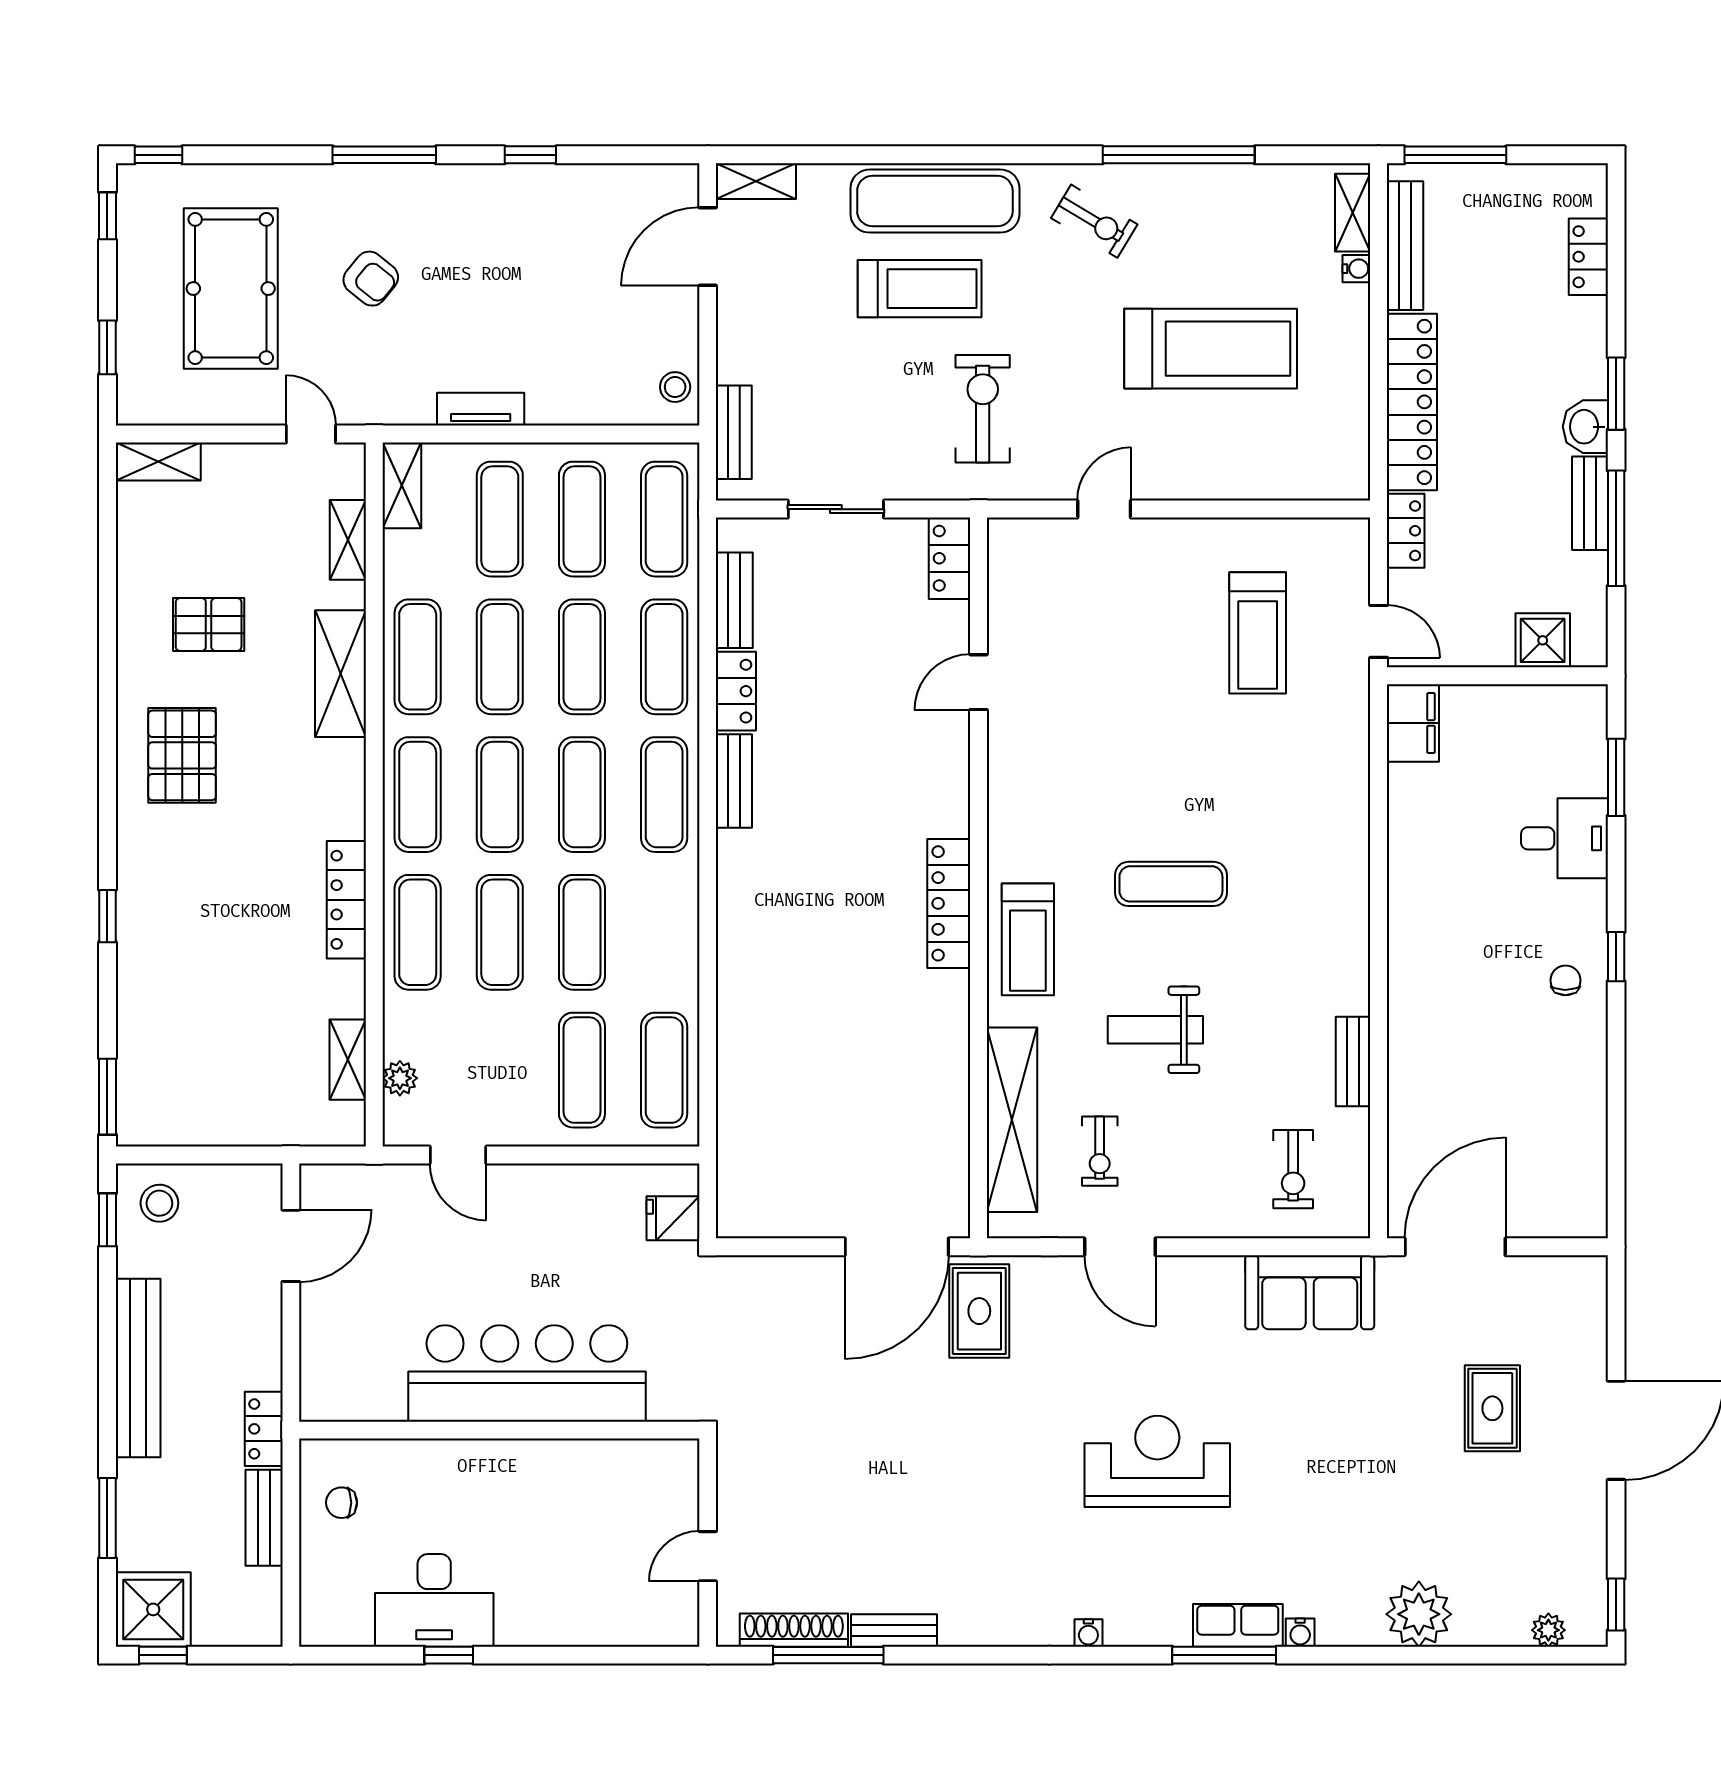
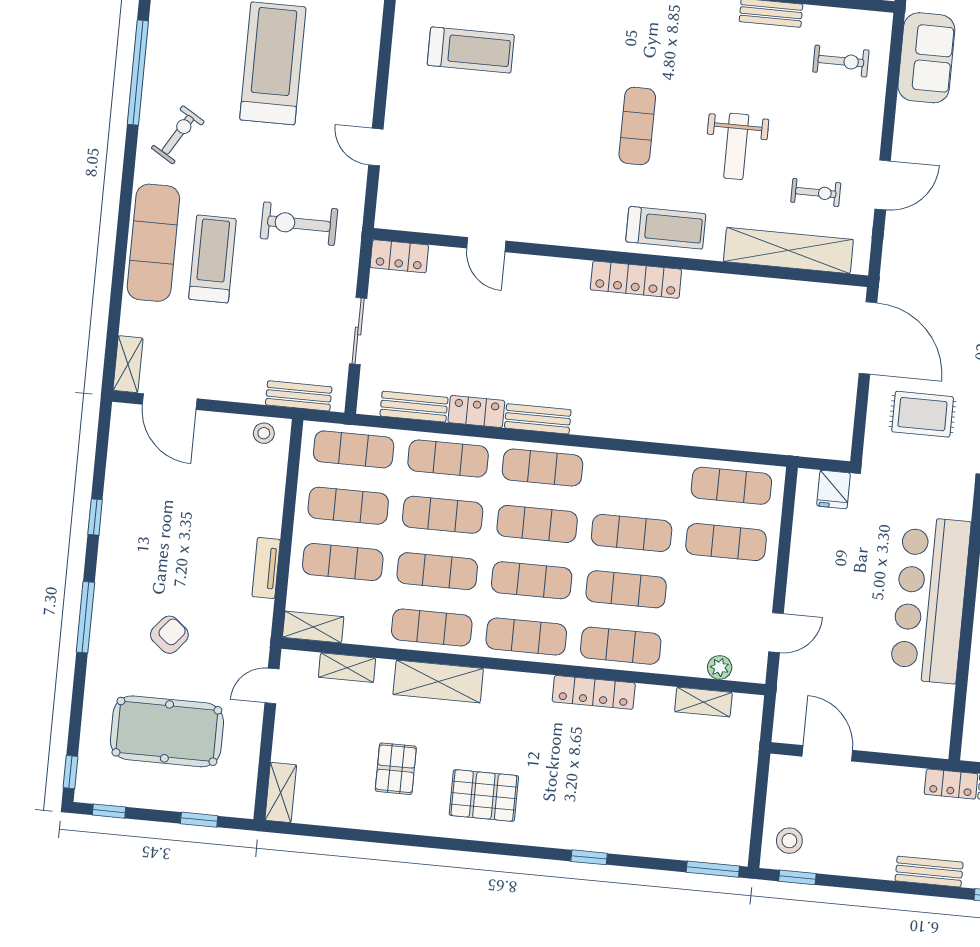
rug: (979, 1311) -> (923, 414), moved
bench: (138, 1368) -> (929, 872), width x0.54, depth x0.82

